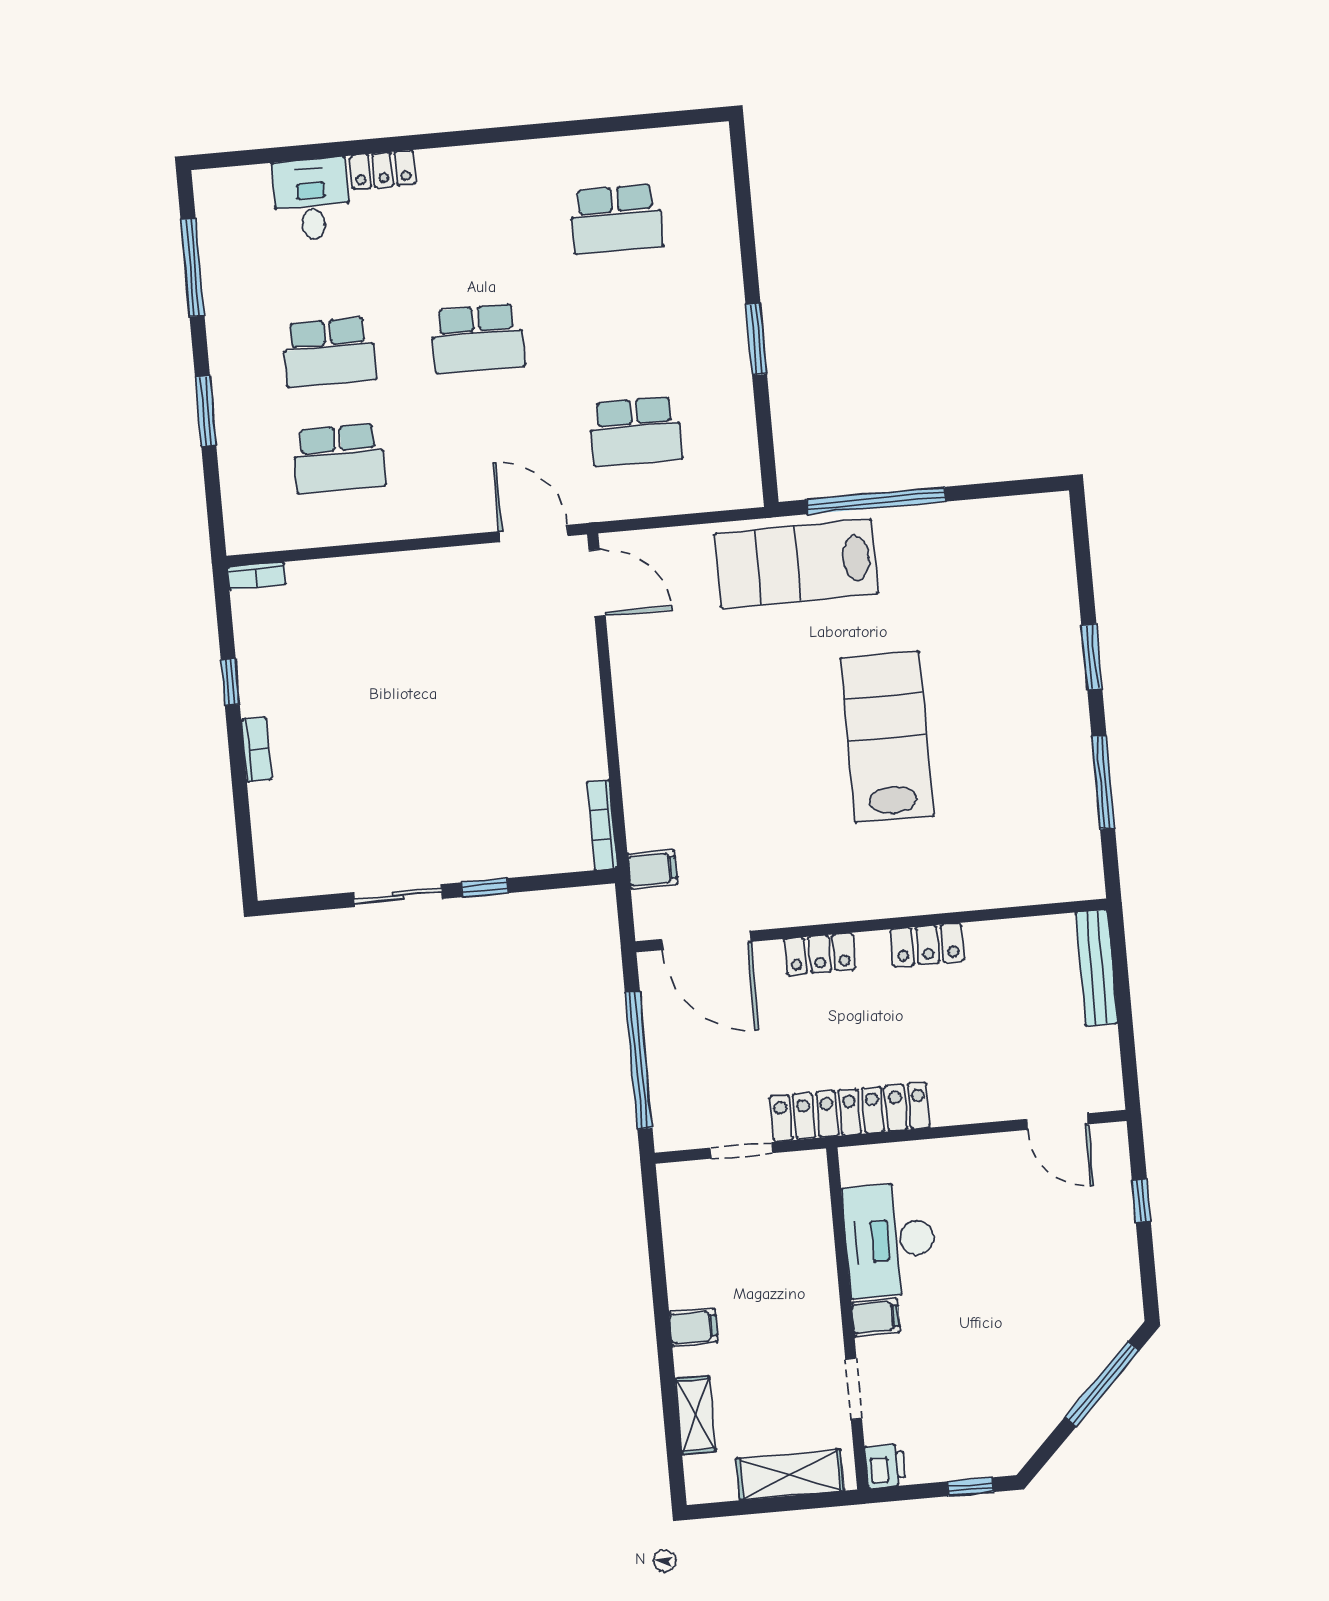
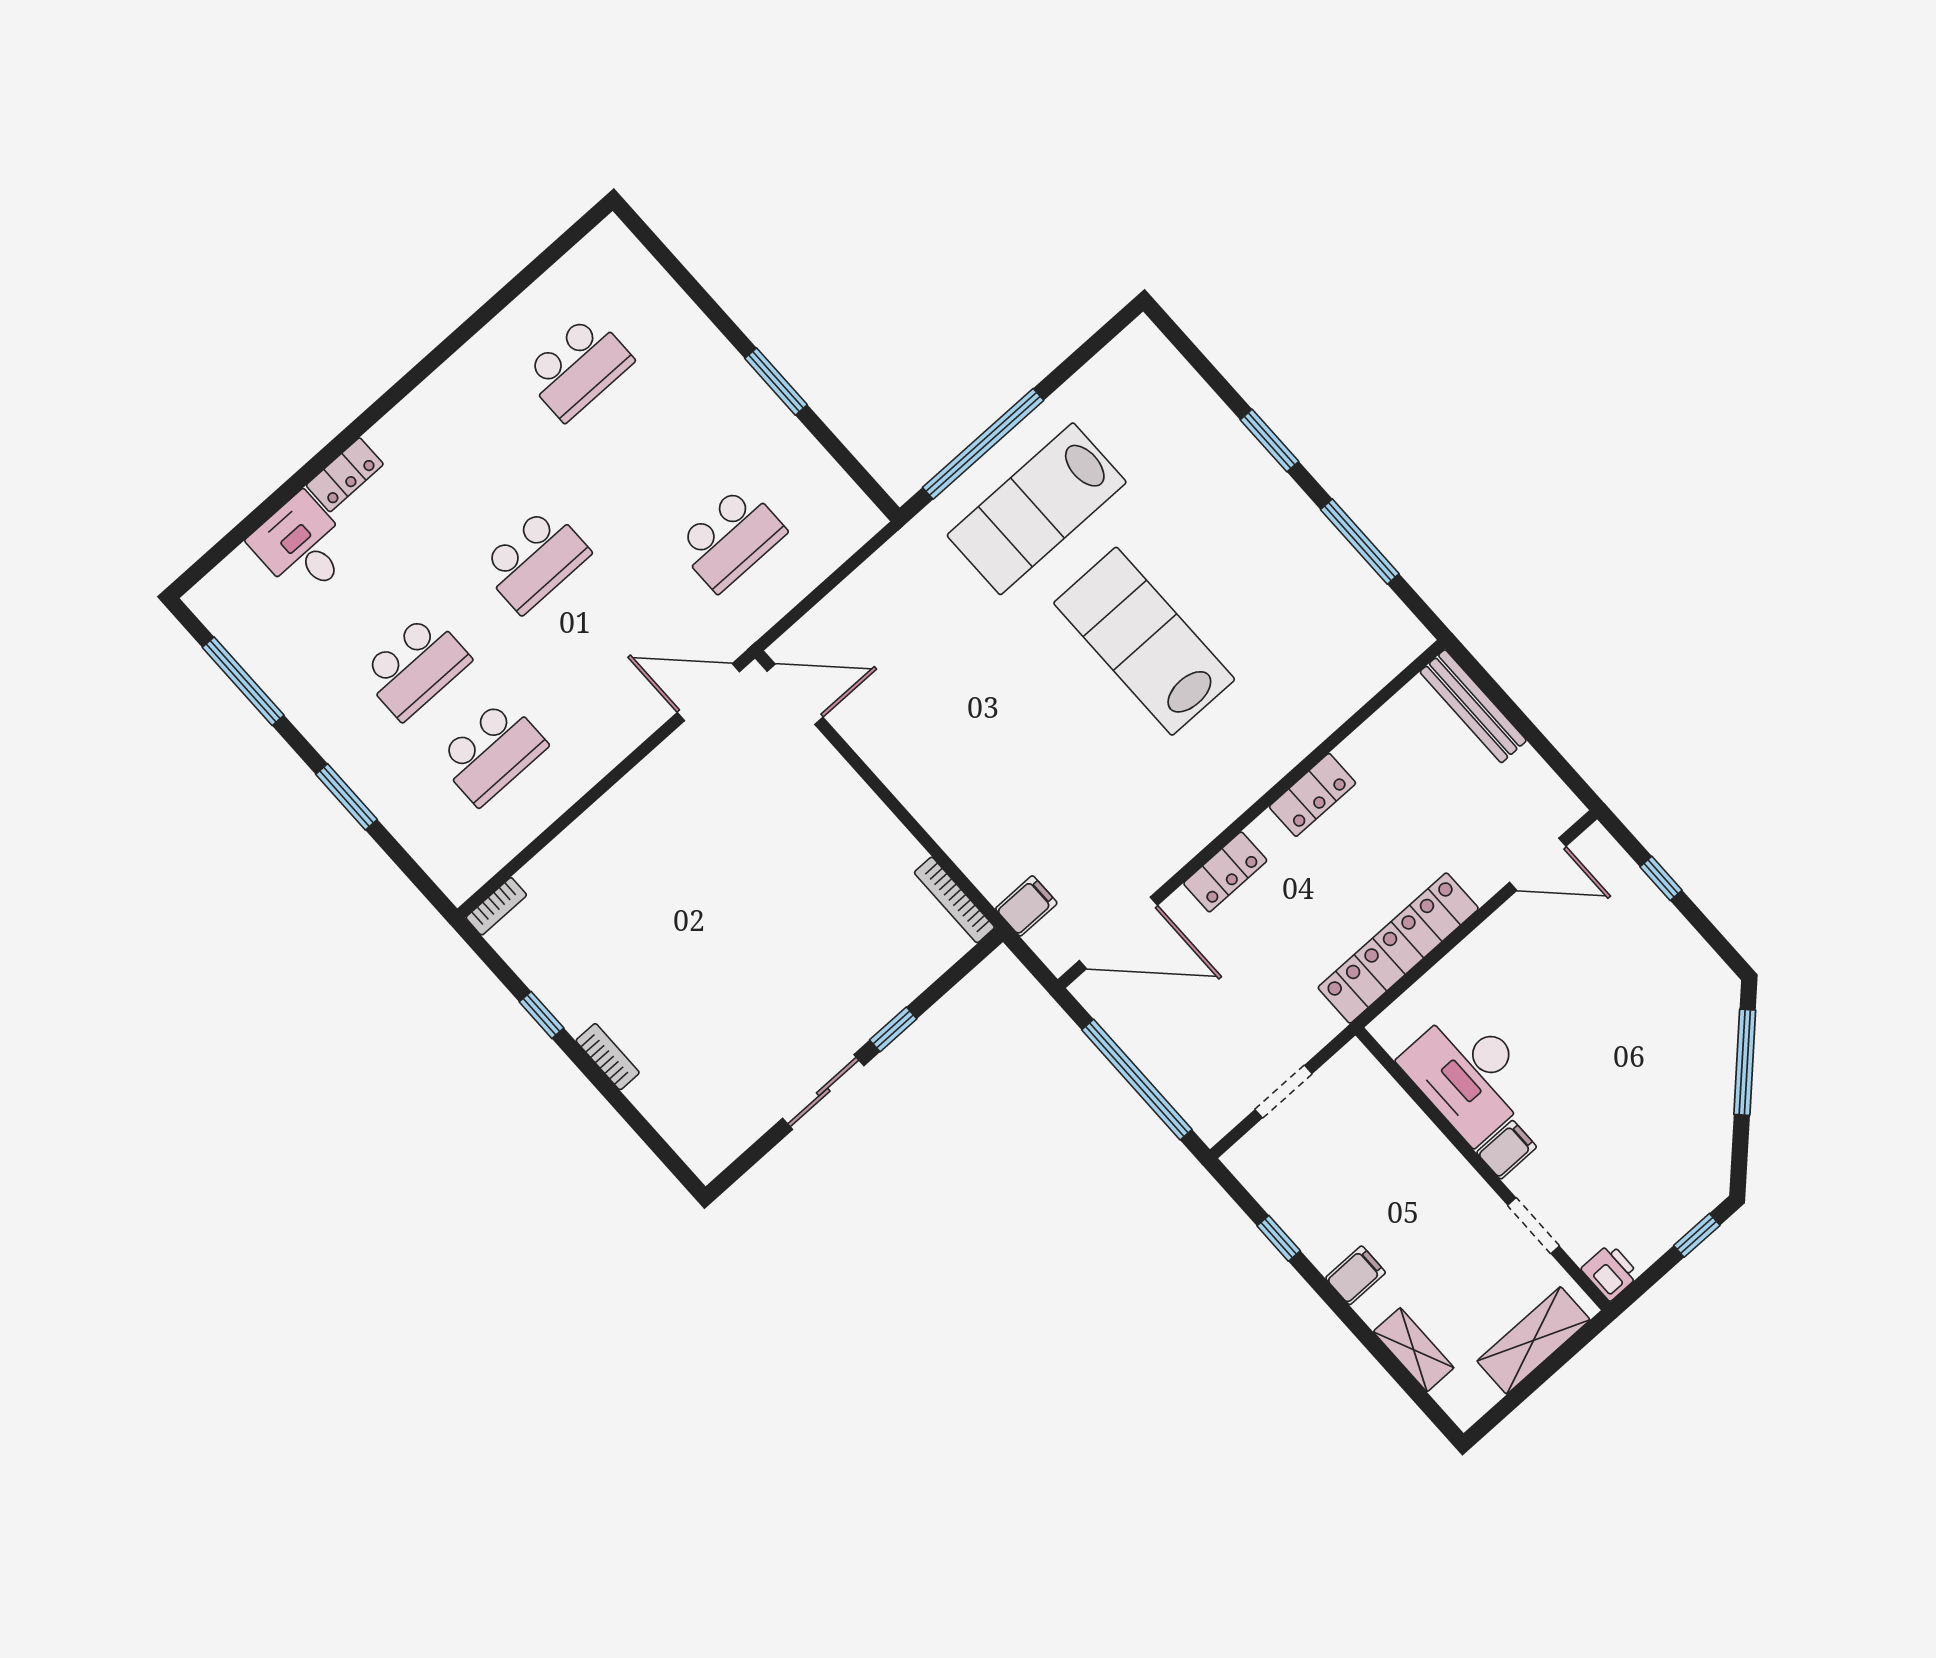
lab bench: (796, 563) -> (1037, 509), moved
locker: (850, 1112) -> (1398, 948), moved
window: (657, 1257) -> (1279, 1238), added

